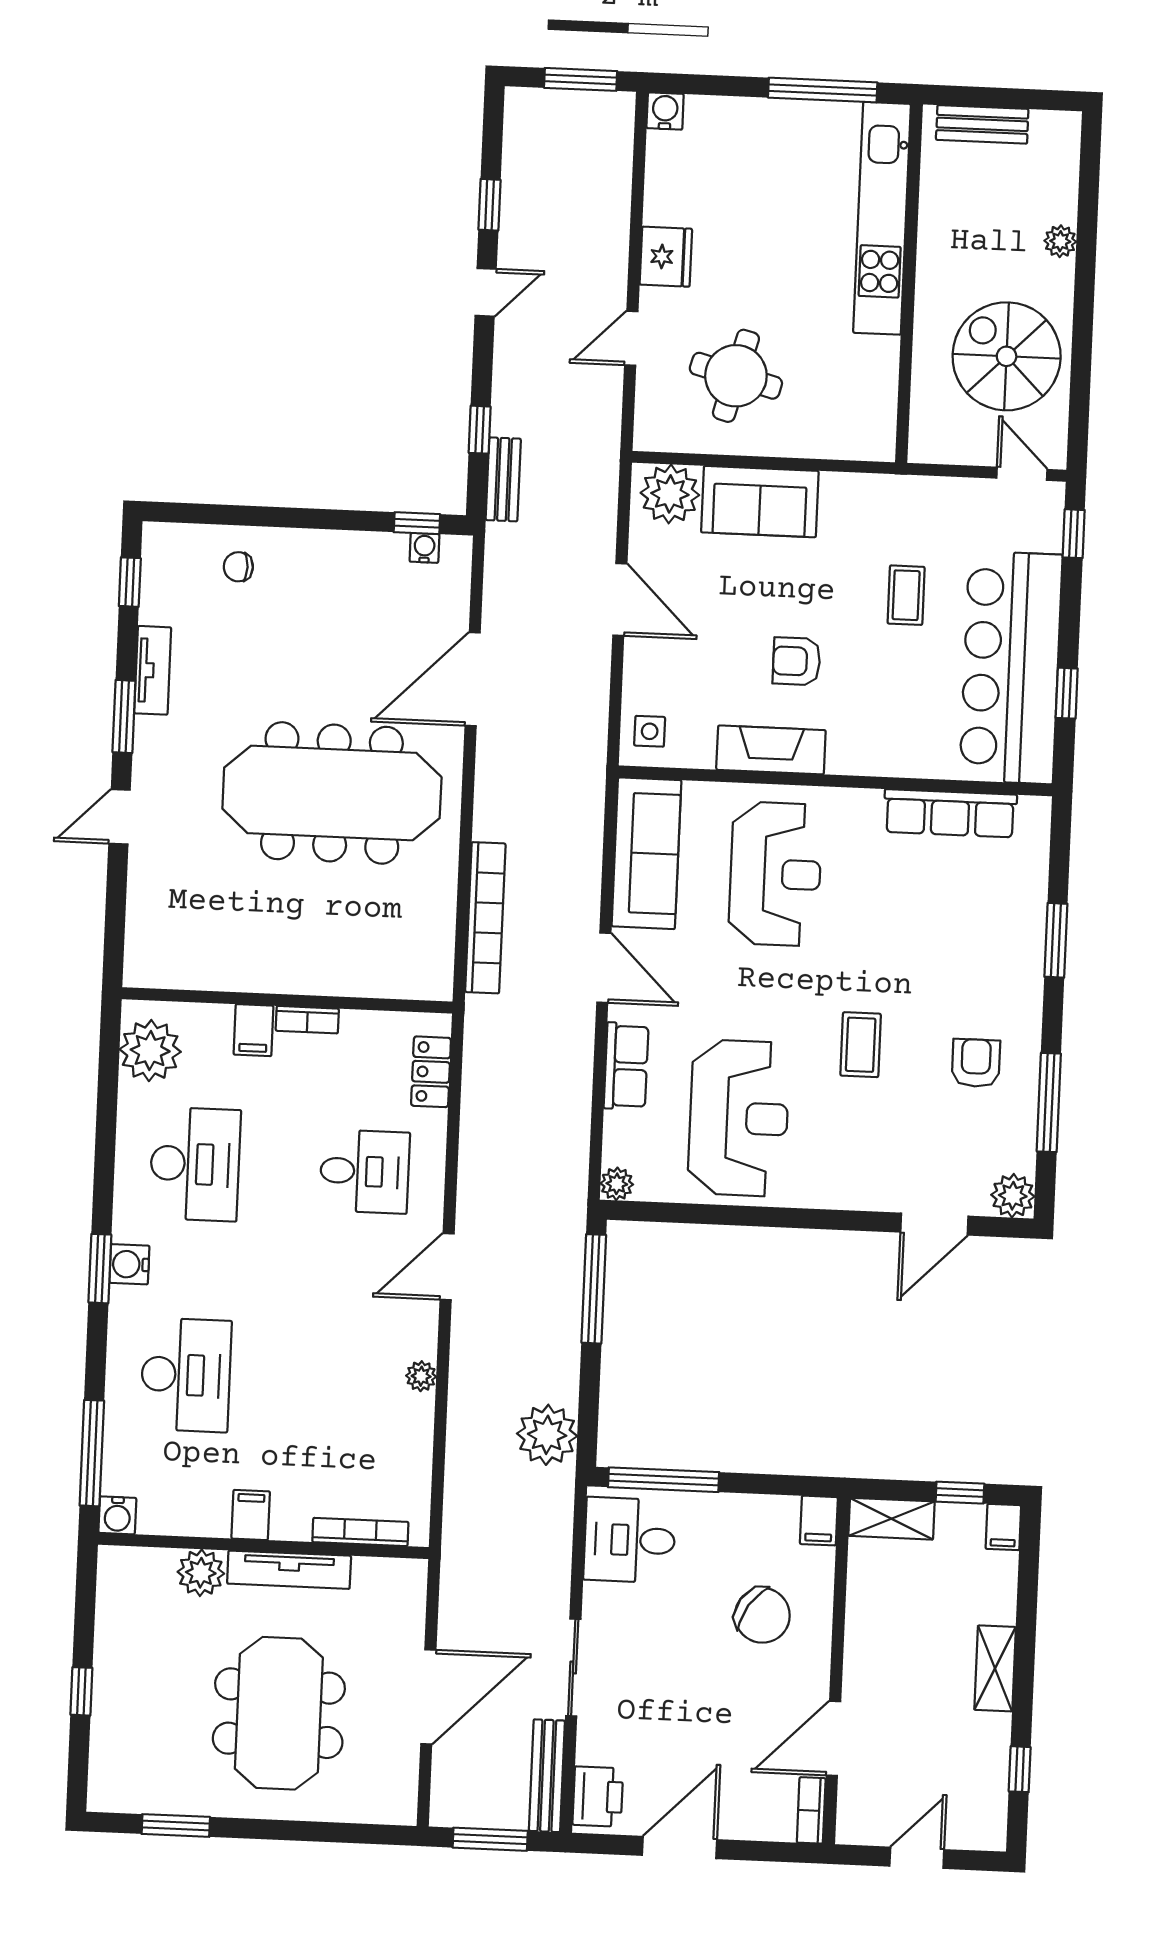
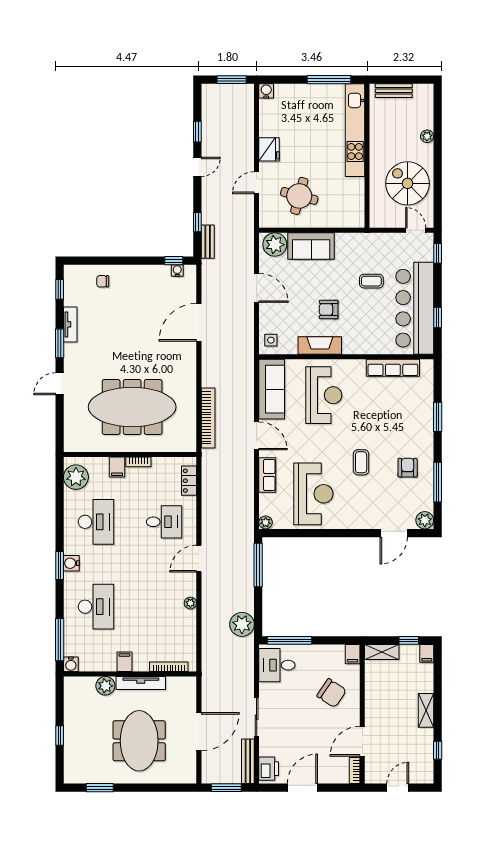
coffee table: (906, 595) -> (371, 281), turned 90
meeting table: (332, 793) -> (132, 407), moved

